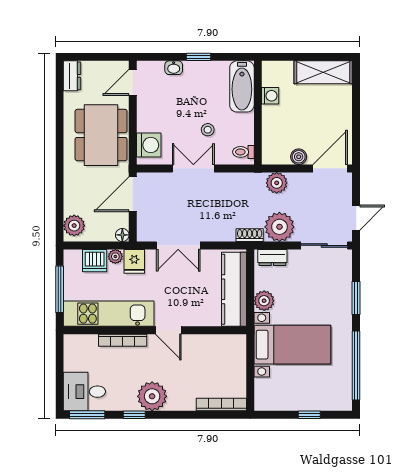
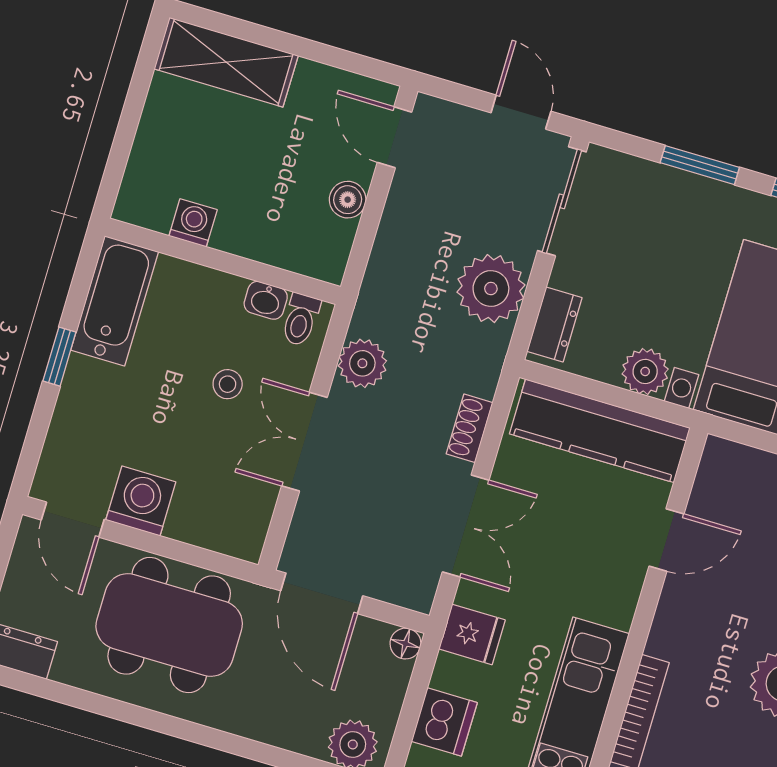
washbasin: (174, 68) -> (266, 300), moved, turned 90
shelving: (323, 72) -> (226, 62), moved, turned 90
bathtub: (242, 86) -> (115, 301), moved, turned -90
washing machine: (149, 145) -> (141, 501), moved
door: (330, 168) -> (395, 137), width x0.73
plant: (277, 183) -> (362, 363), moved
shoe rack: (250, 235) -> (469, 428), moved
plant: (115, 256) -> (449, 673), removed
door: (168, 330) -> (666, 540), moved

